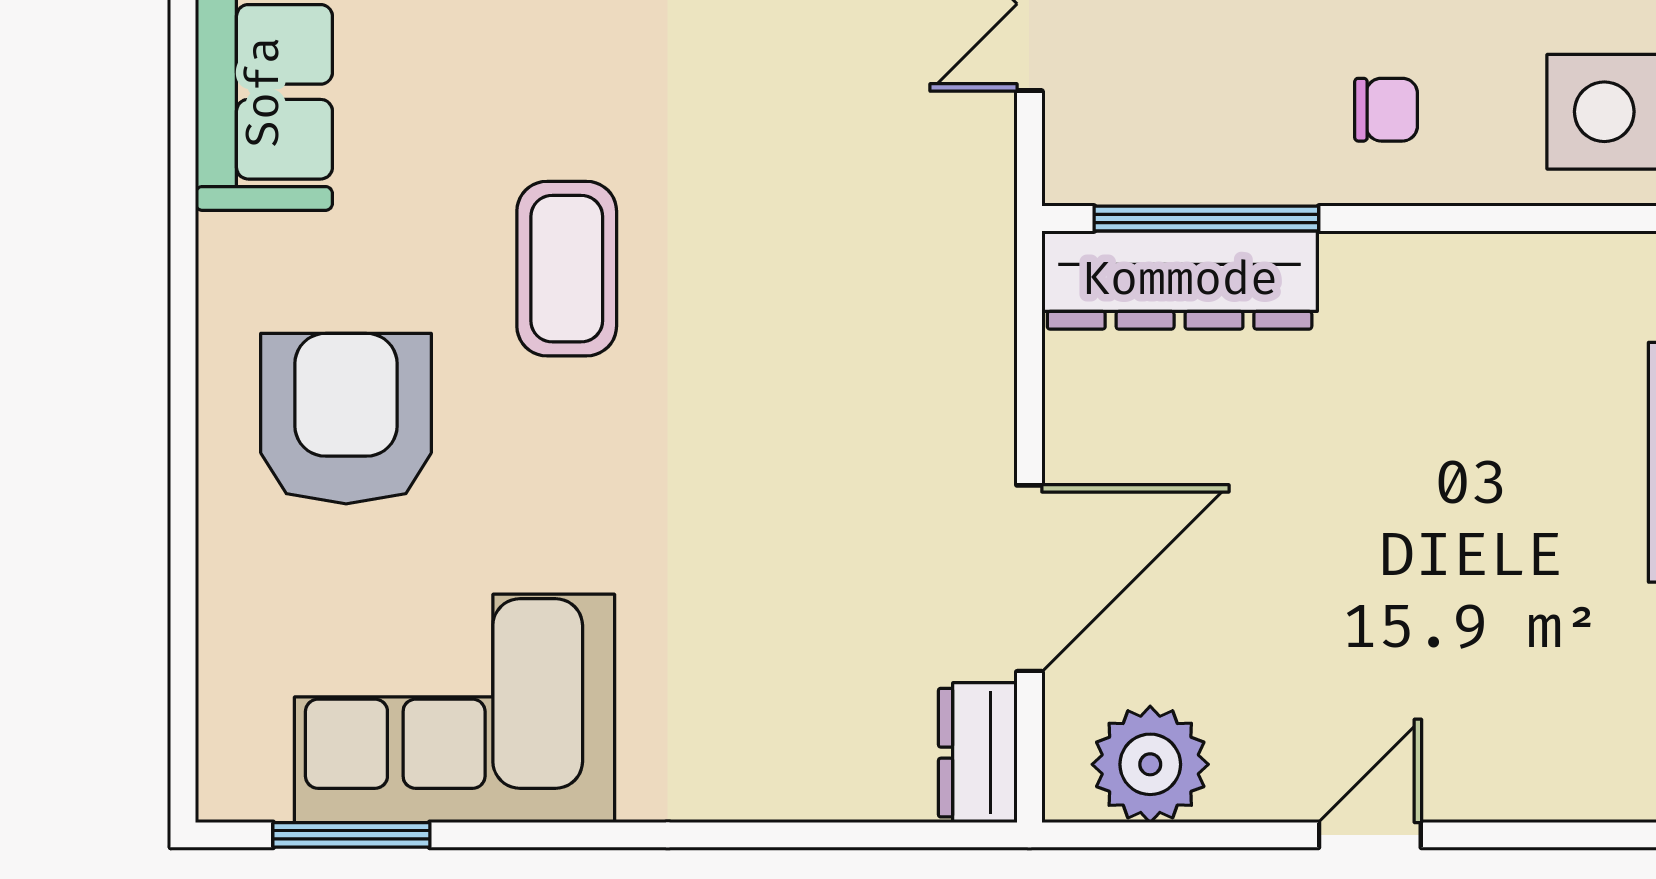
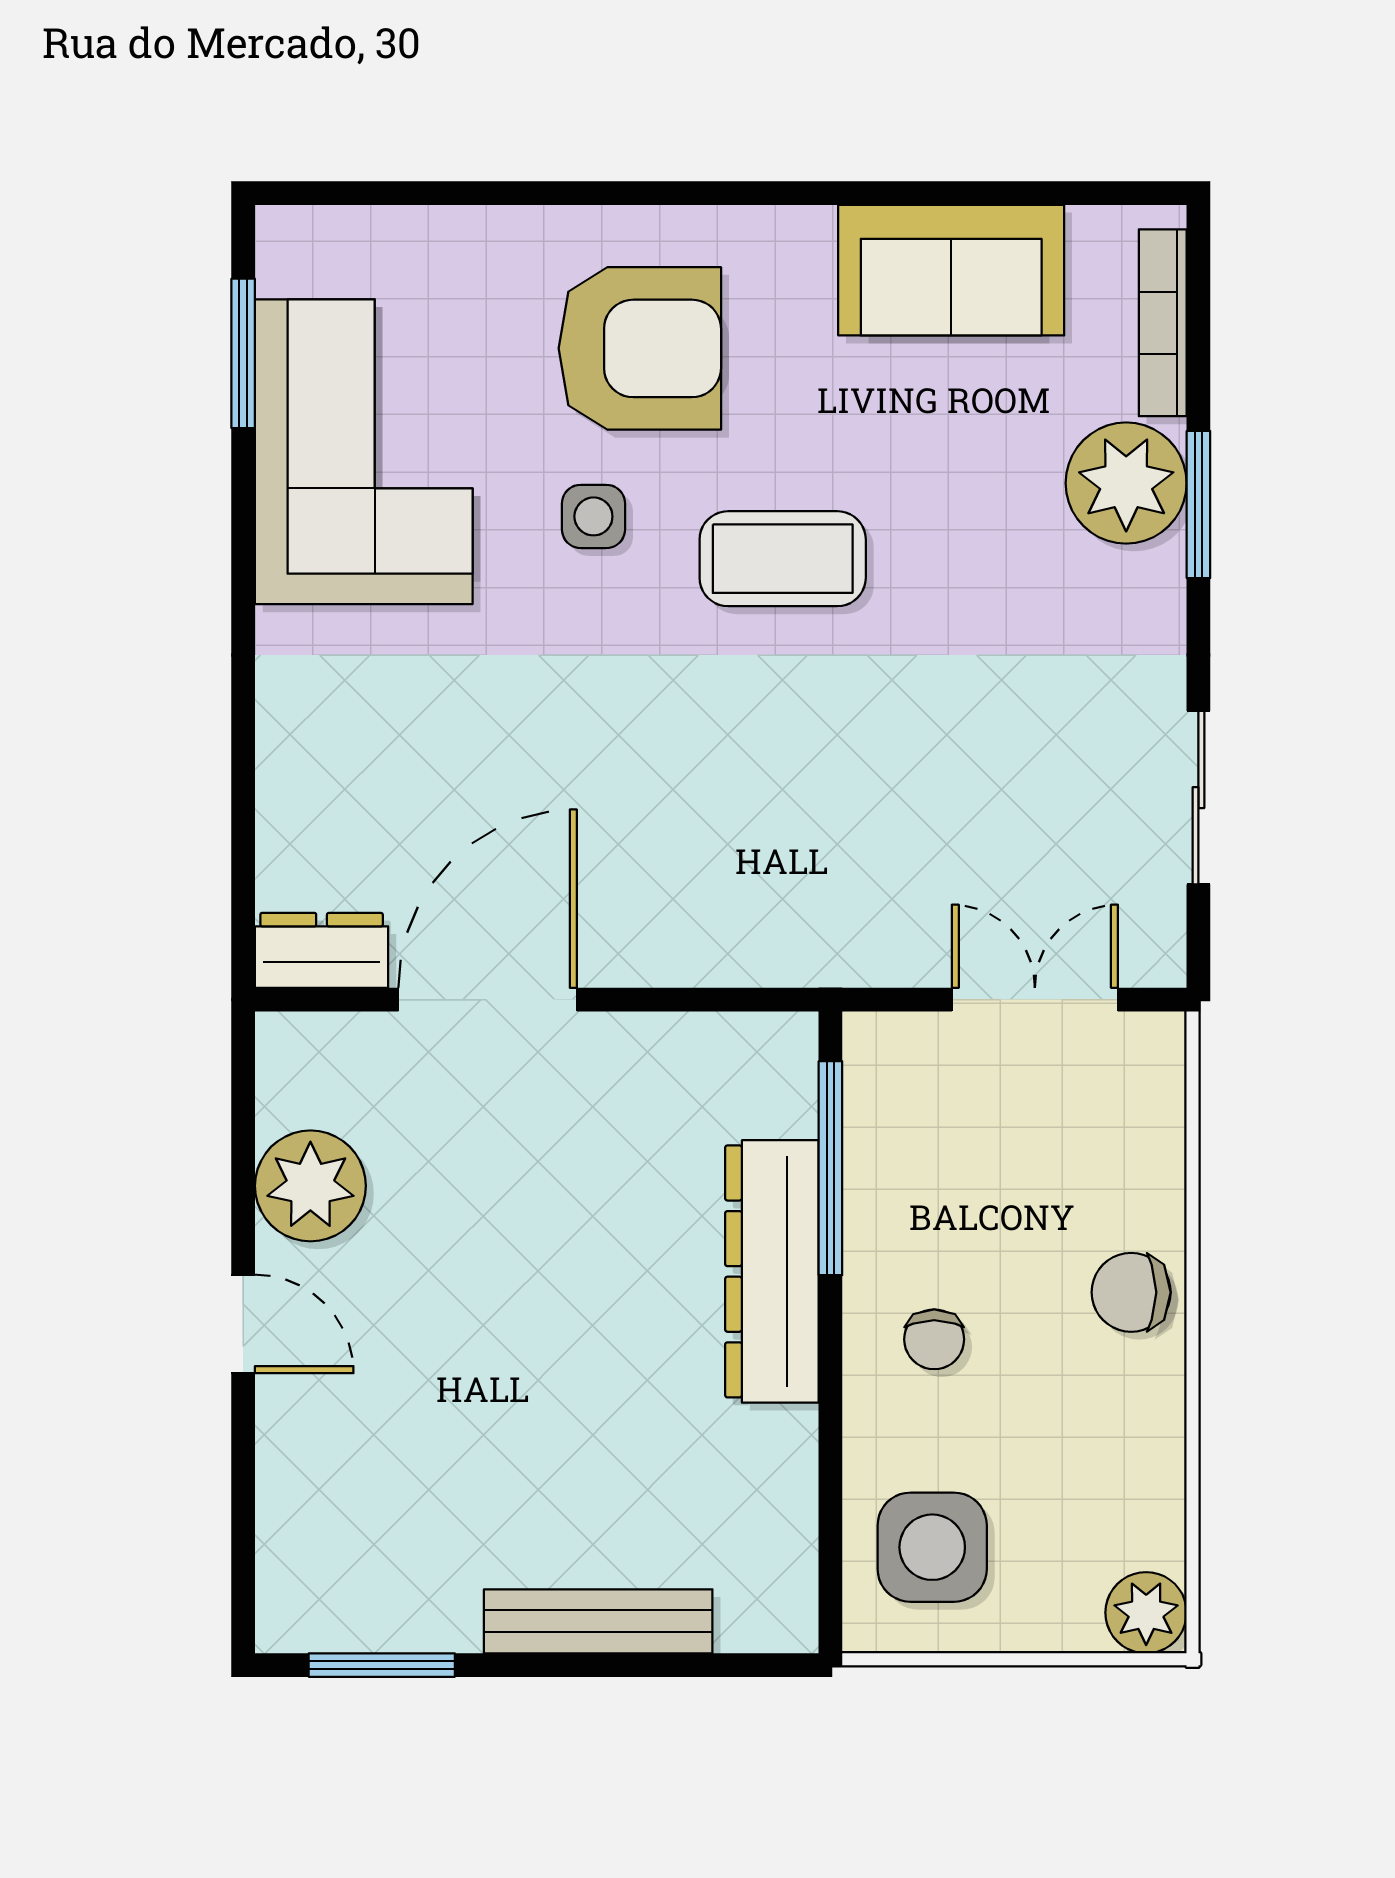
dresser: (1180, 280) -> (772, 1271), moved
side table: (522, 467) -> (593, 516), added
door: (1029, 578) -> (488, 1000), swing flipped
plant: (1150, 764) -> (310, 1186), moved

